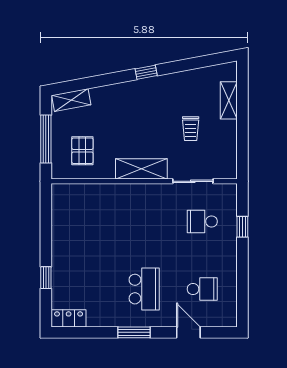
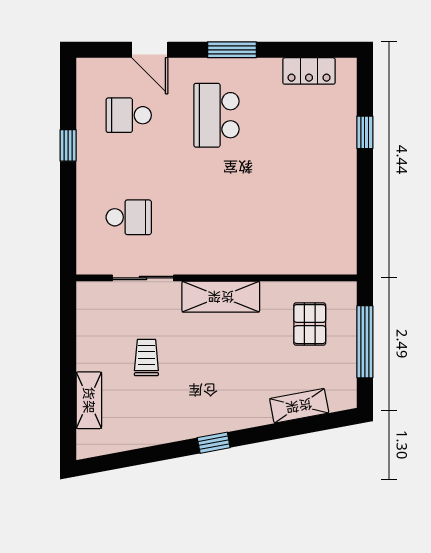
shelving: (71, 100) -> (299, 406), moved
window: (242, 227) -> (68, 145), moved
locker: (69, 318) -> (309, 71), moved

